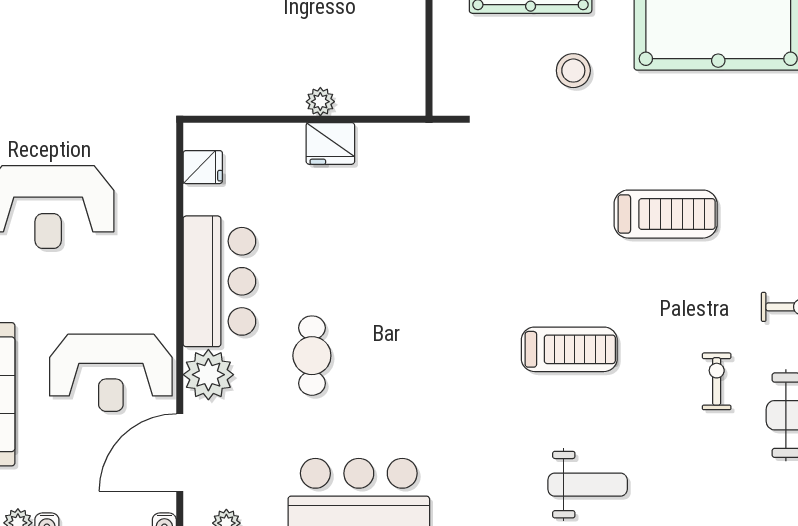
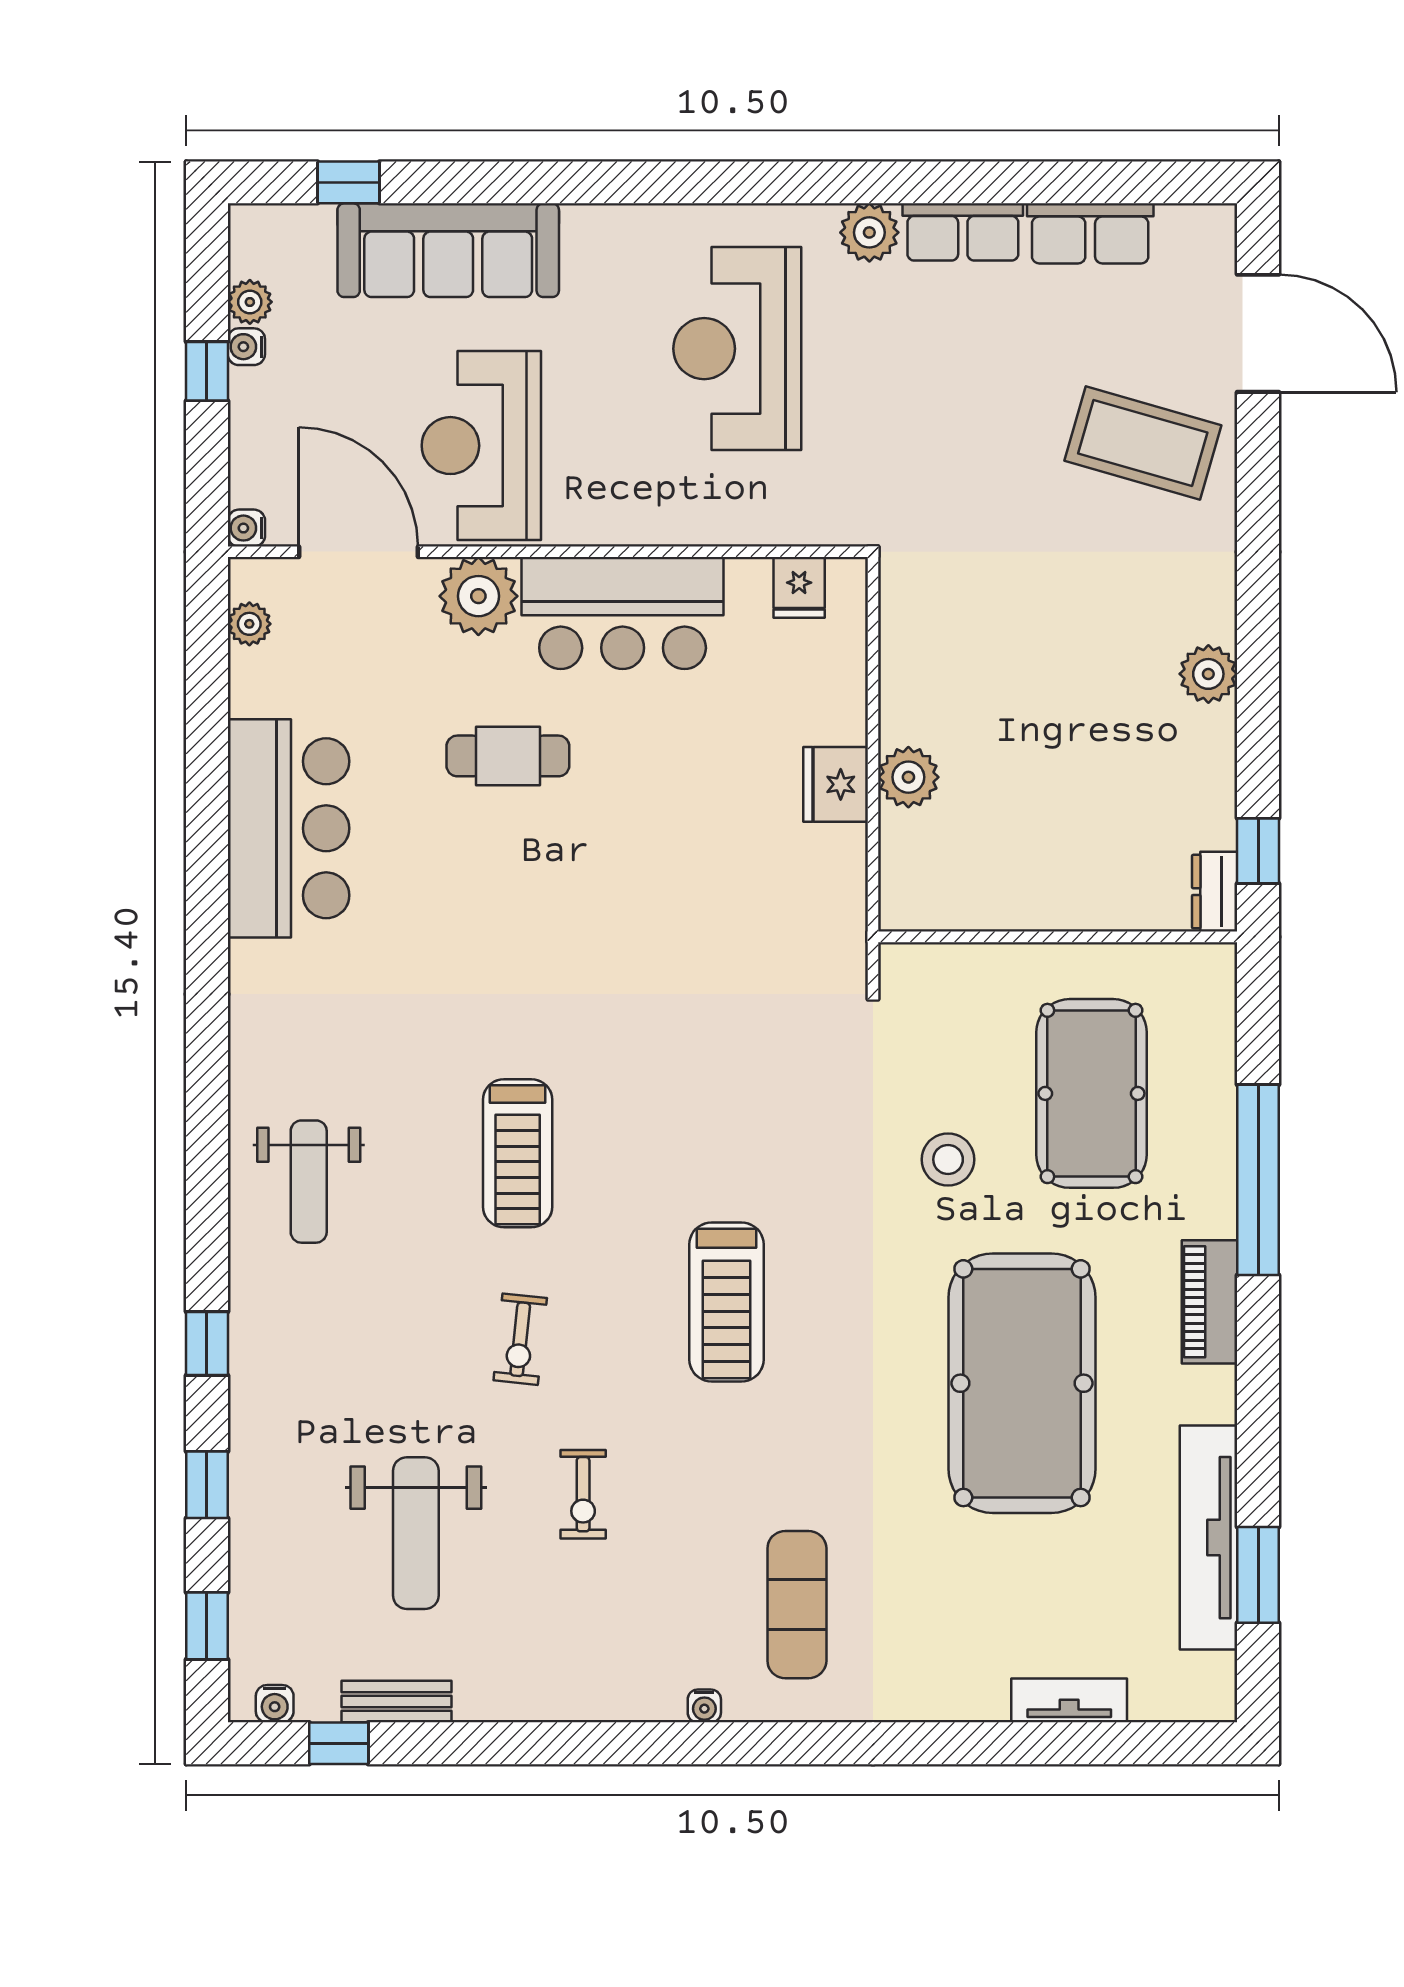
plant: (320, 102) -> (908, 777), width x1.38, depth x1.38
exercise bike: (717, 381) -> (520, 1339), moved, turned 96

